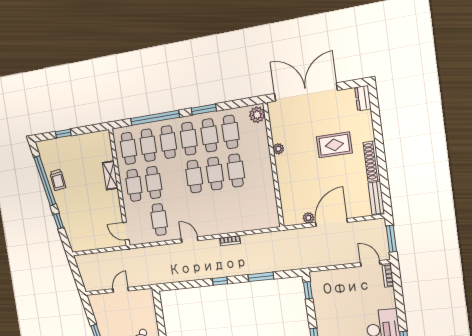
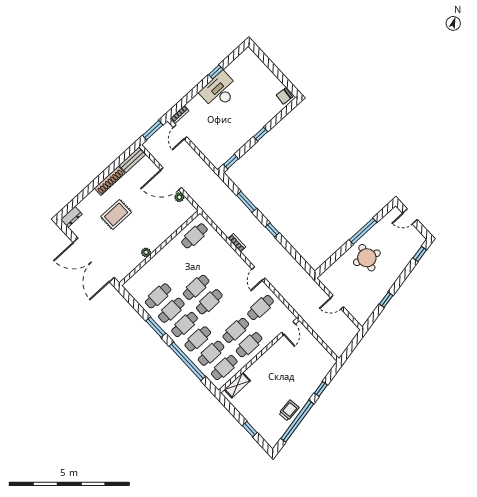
plant: (257, 115) -> (133, 284), removed
rug: (334, 145) -> (116, 214), turned 90
cafe table: (236, 170) -> (194, 236), moved
shelving: (110, 175) -> (237, 385), moved

